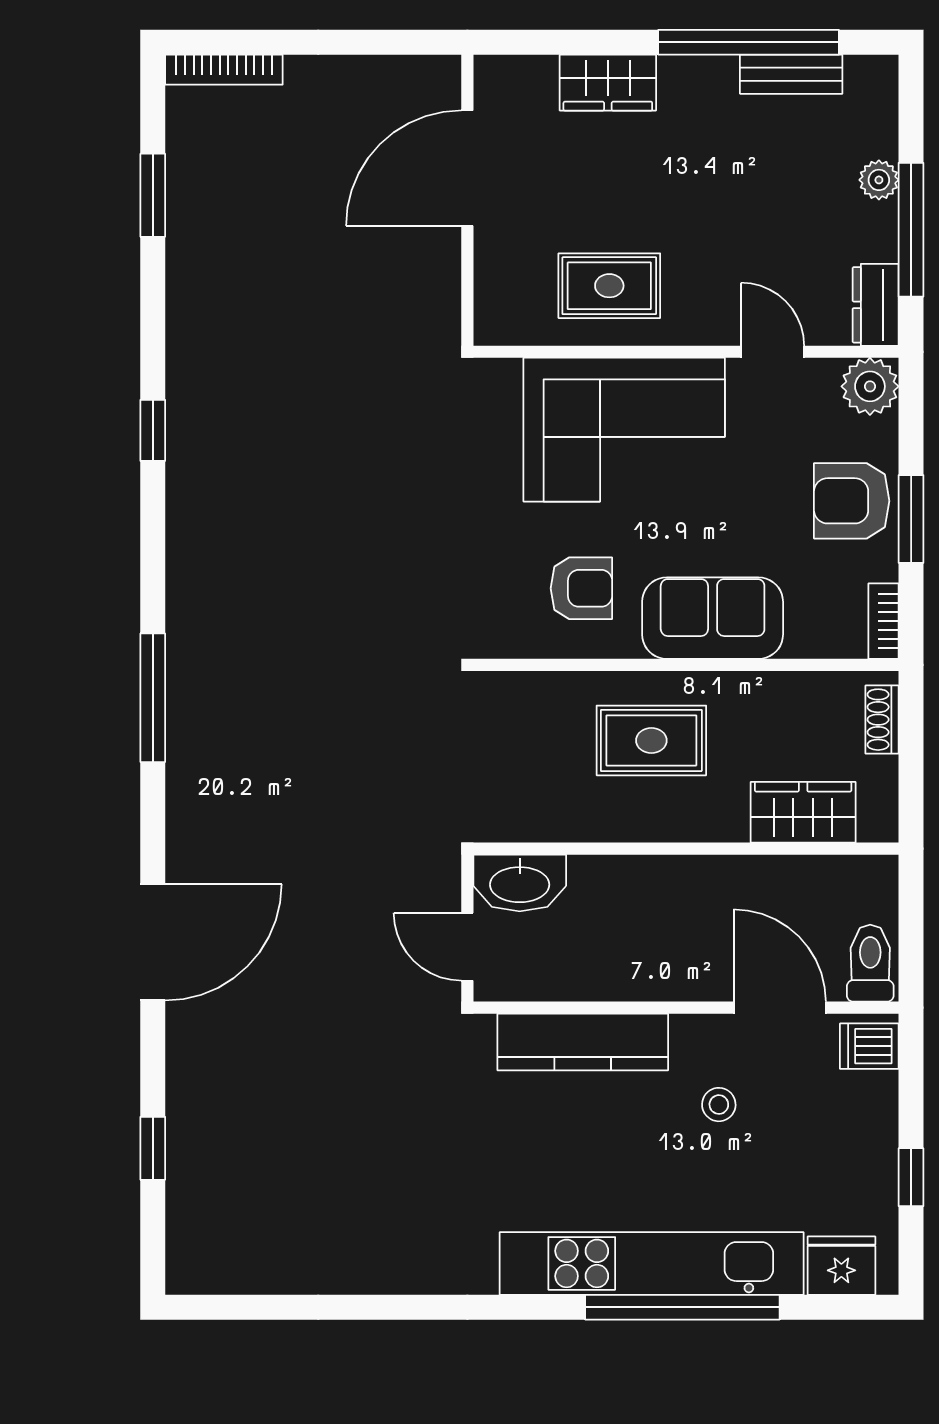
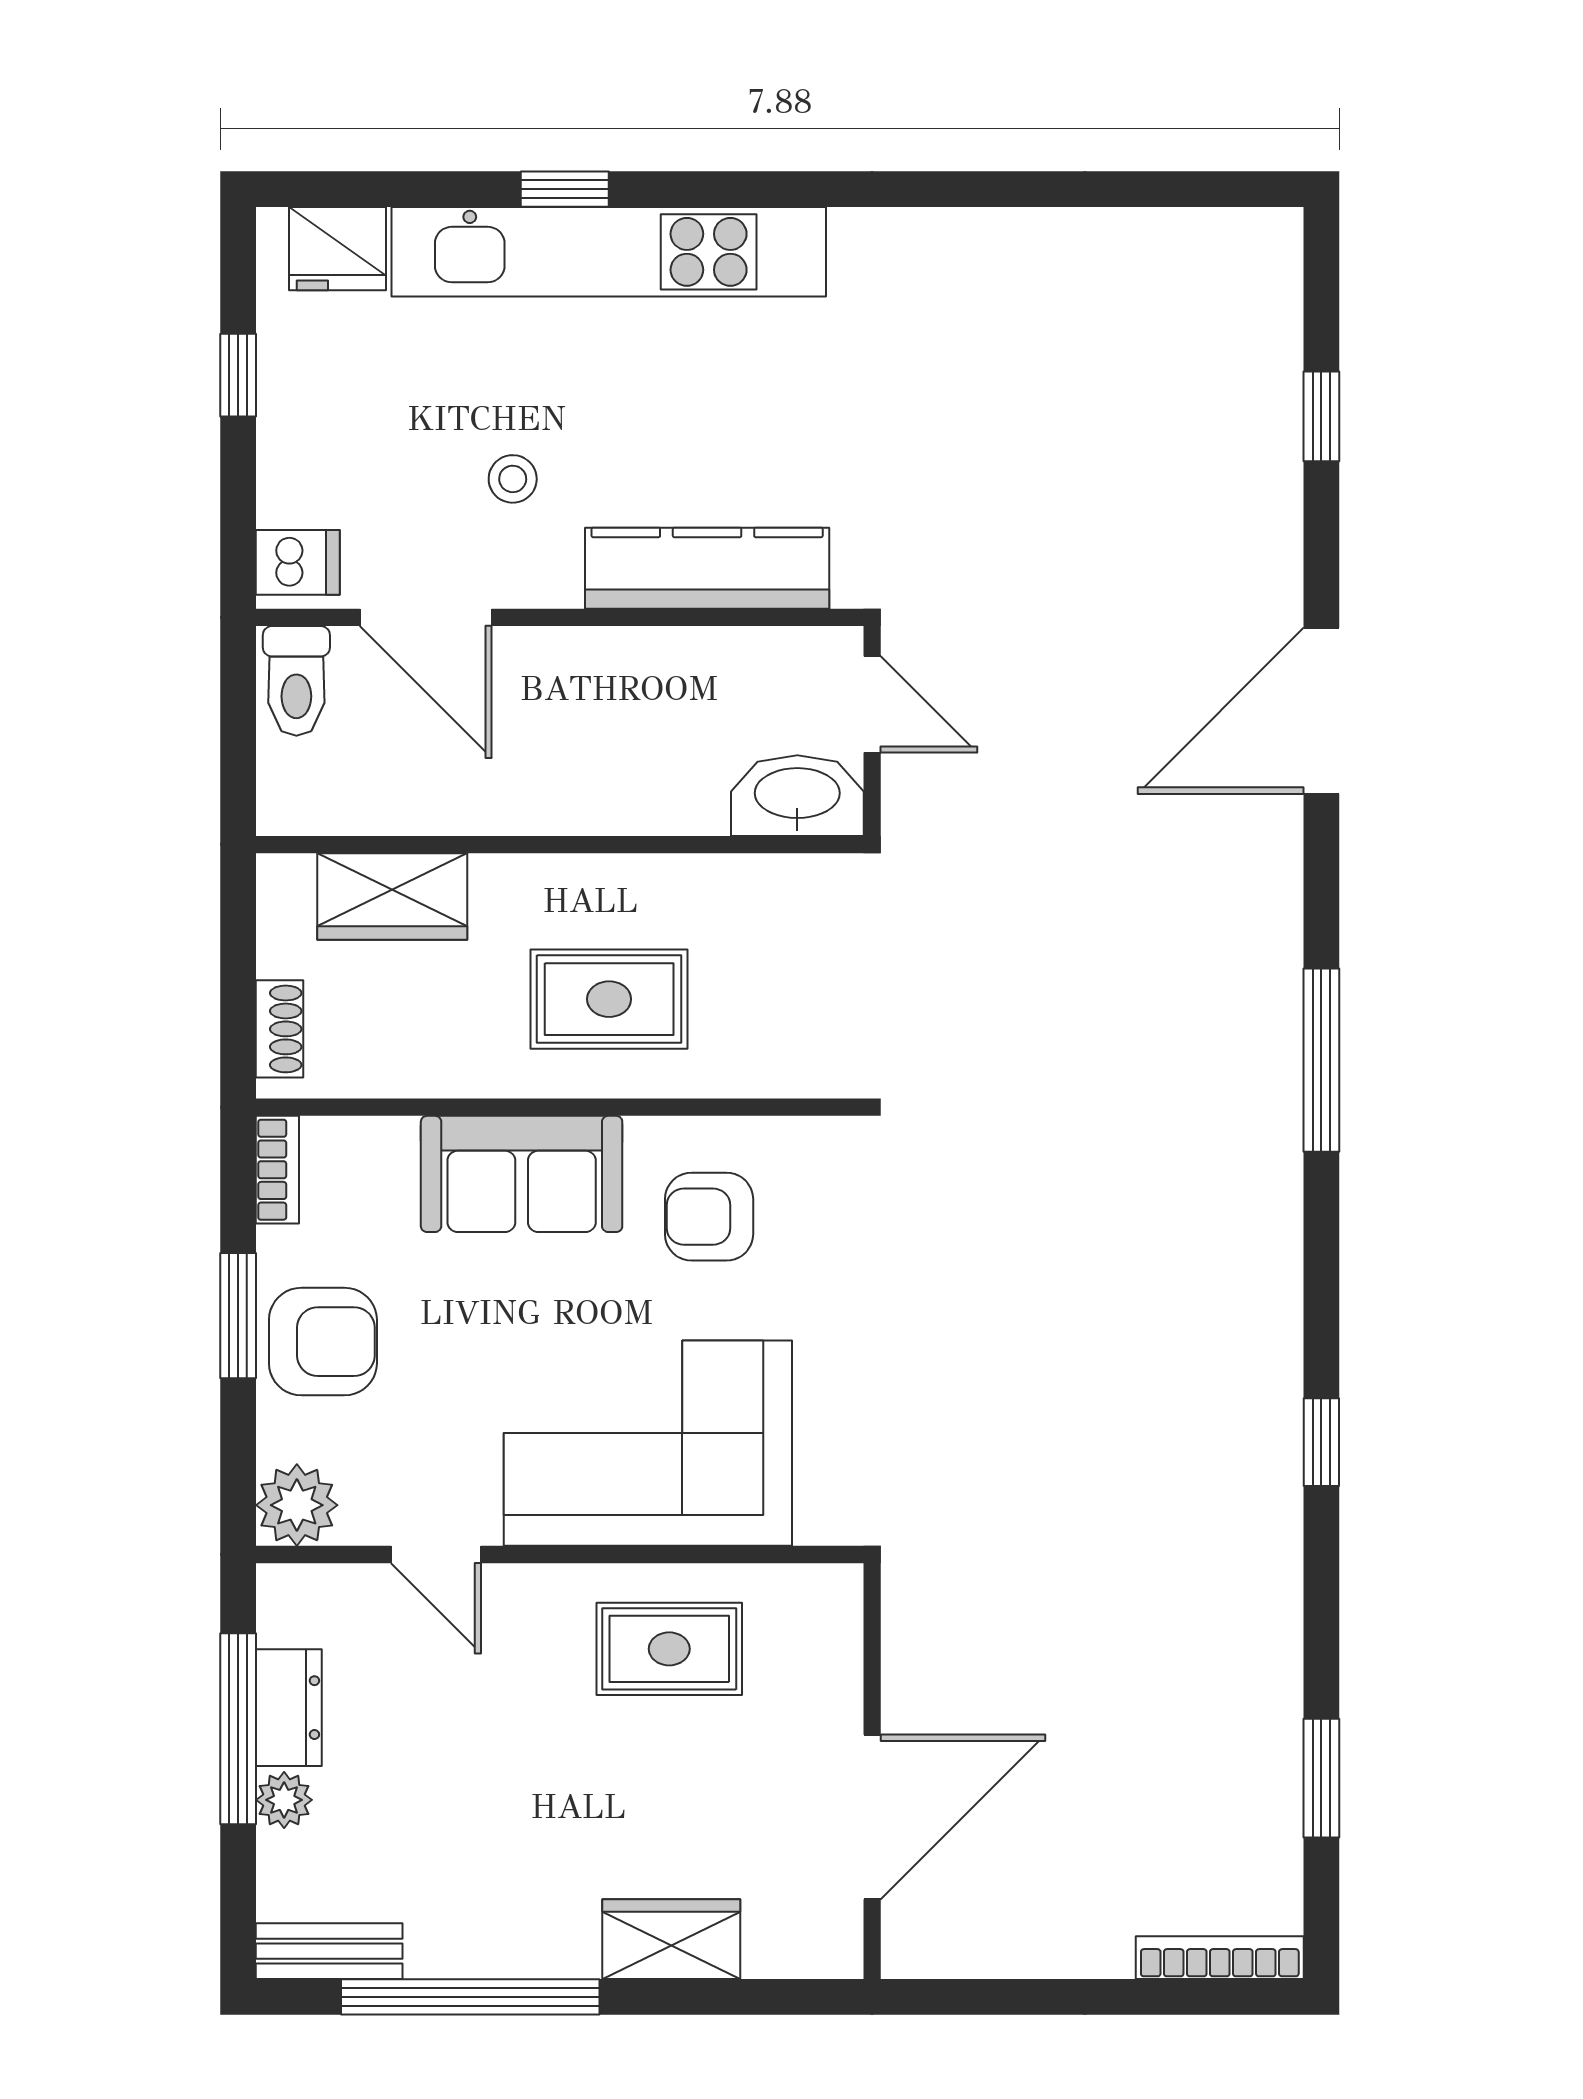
bench: (791, 74) -> (329, 1951), moved
dresser: (876, 305) -> (289, 1708), moved
window: (682, 1307) -> (565, 189), width x0.32

